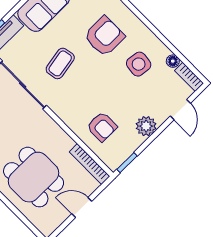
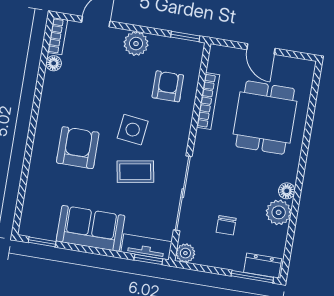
armchair: (104, 36) -> (78, 148), turned 90
side table: (139, 64) -> (133, 130), moved
bookcase: (90, 164) -> (208, 101), moved

